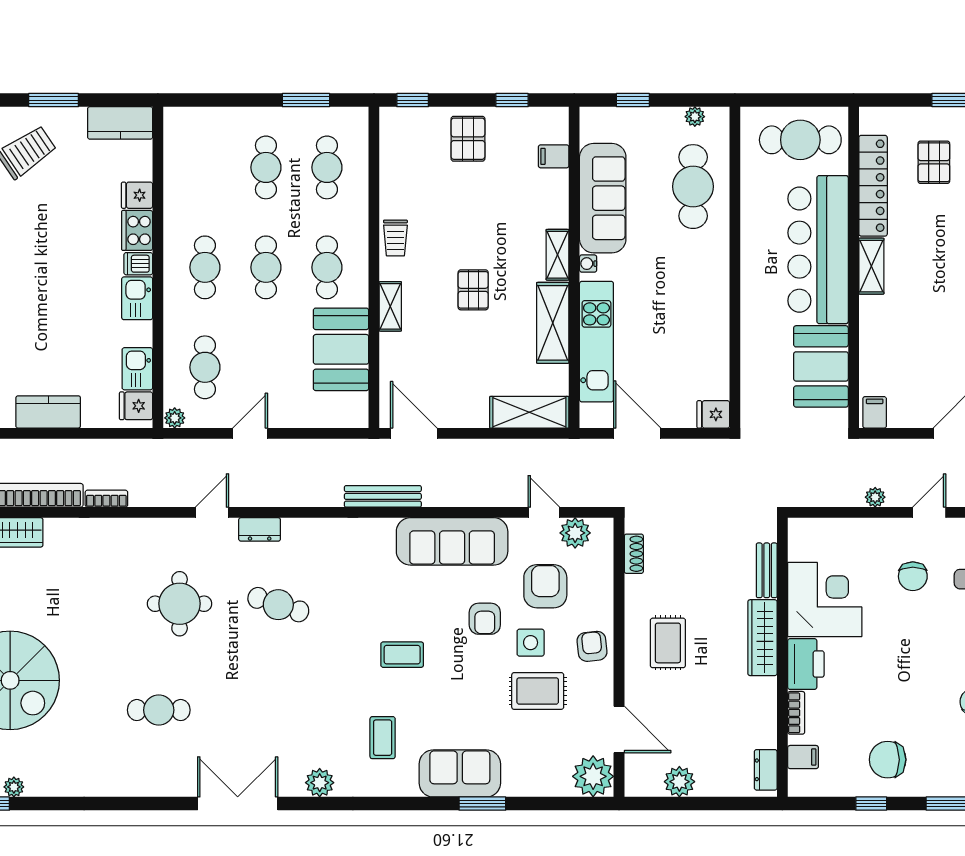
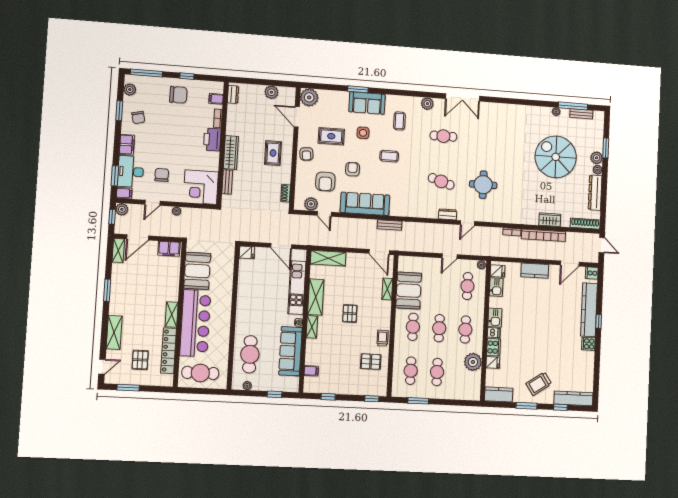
pallet: (468, 139) -> (371, 362), moved, turned 90
plant: (184, 194) -> (473, 362), added
shelving: (390, 306) -> (387, 289), moved
filing cabinet: (875, 412) -> (169, 249), width x2.00
bench: (383, 496) -> (389, 225), width x0.73
corner desk: (825, 600) -> (201, 187), moved
side table: (531, 643) -> (363, 133), moved
cafe table: (159, 710) -> (443, 136), moved

